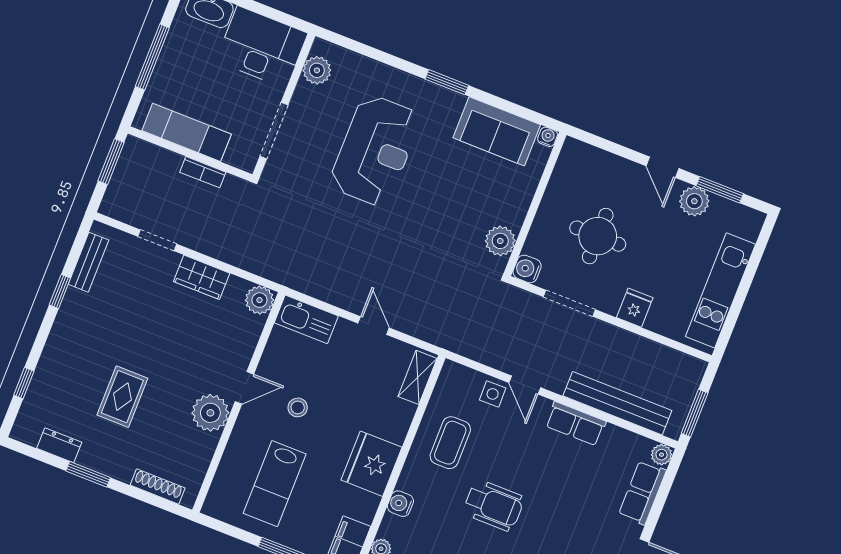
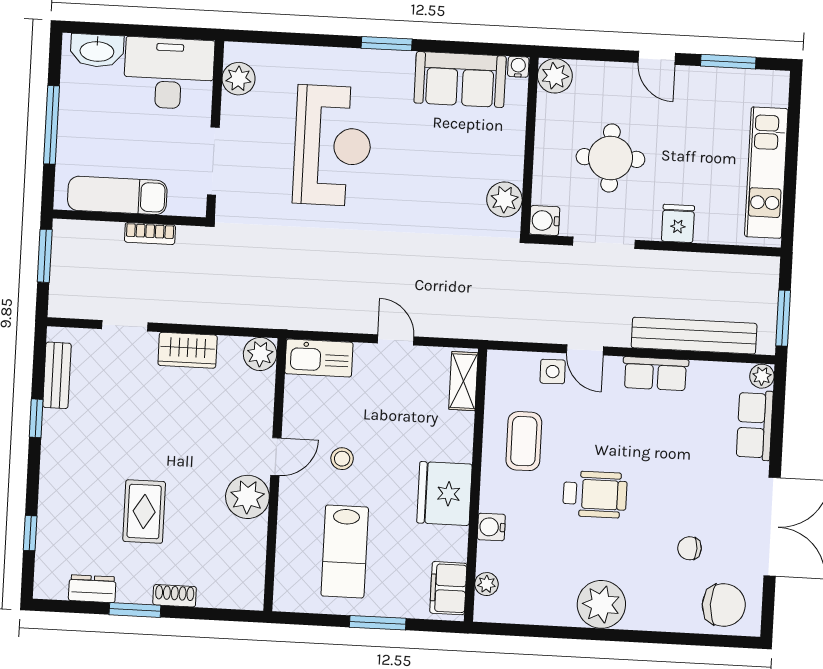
plant: (694, 201) -> (555, 76), moved
shoe rack: (158, 487) -> (175, 596), moved, width x0.70

